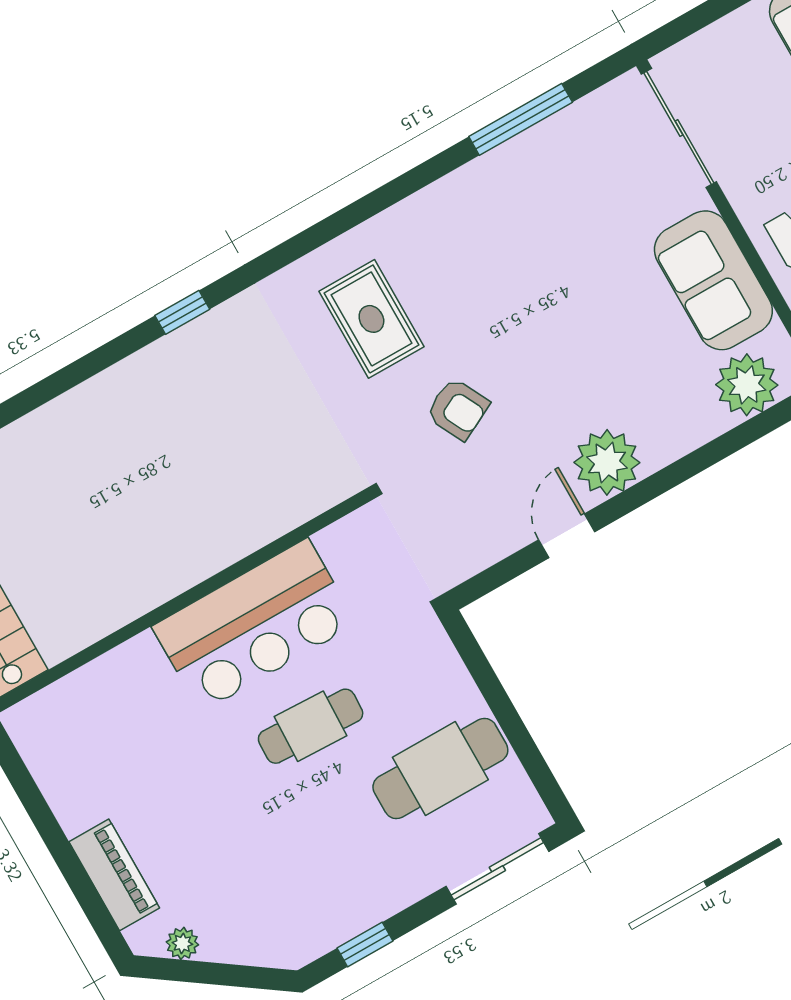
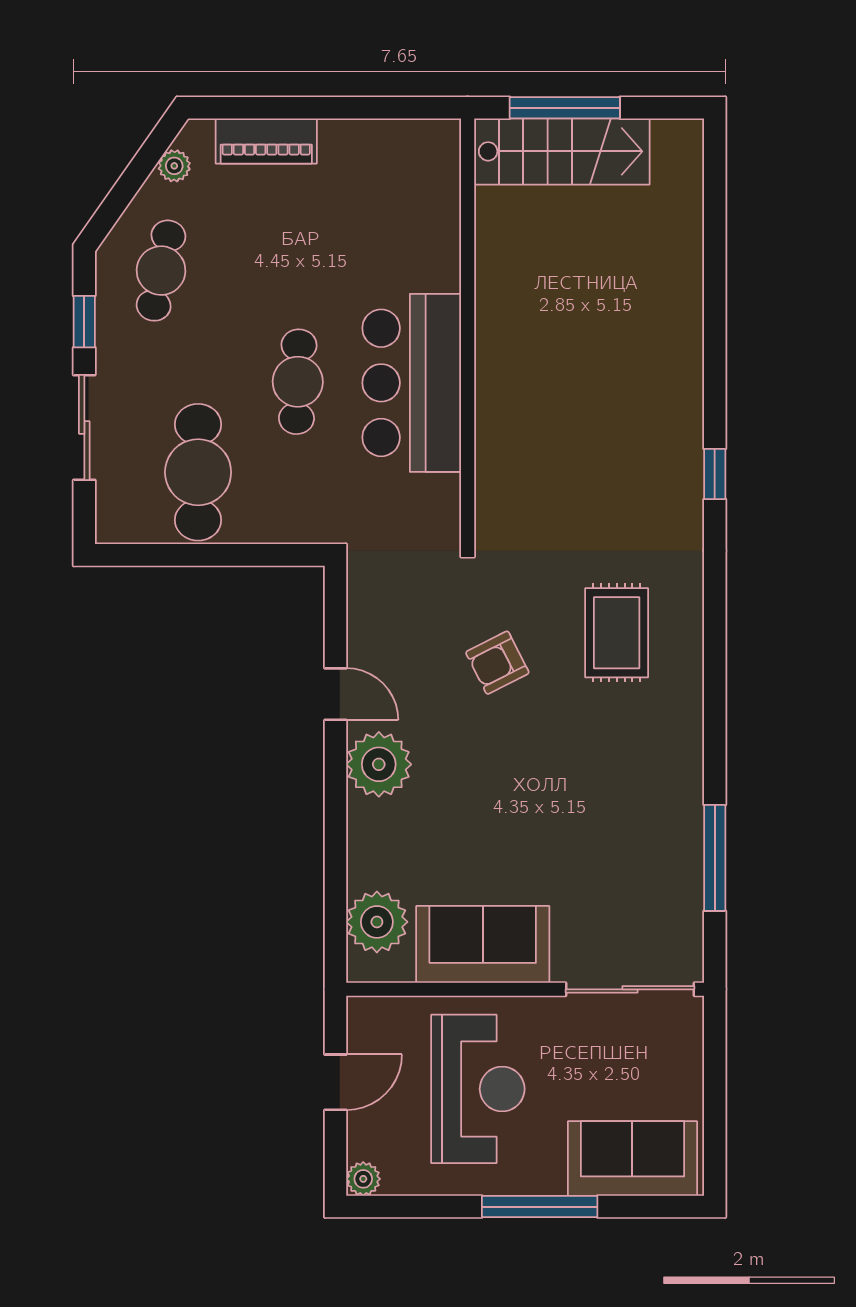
rug: (371, 319) -> (617, 633), turned 90
sliding door: (497, 869) -> (84, 427), moved
cafe table: (281, 902) -> (161, 271), added

